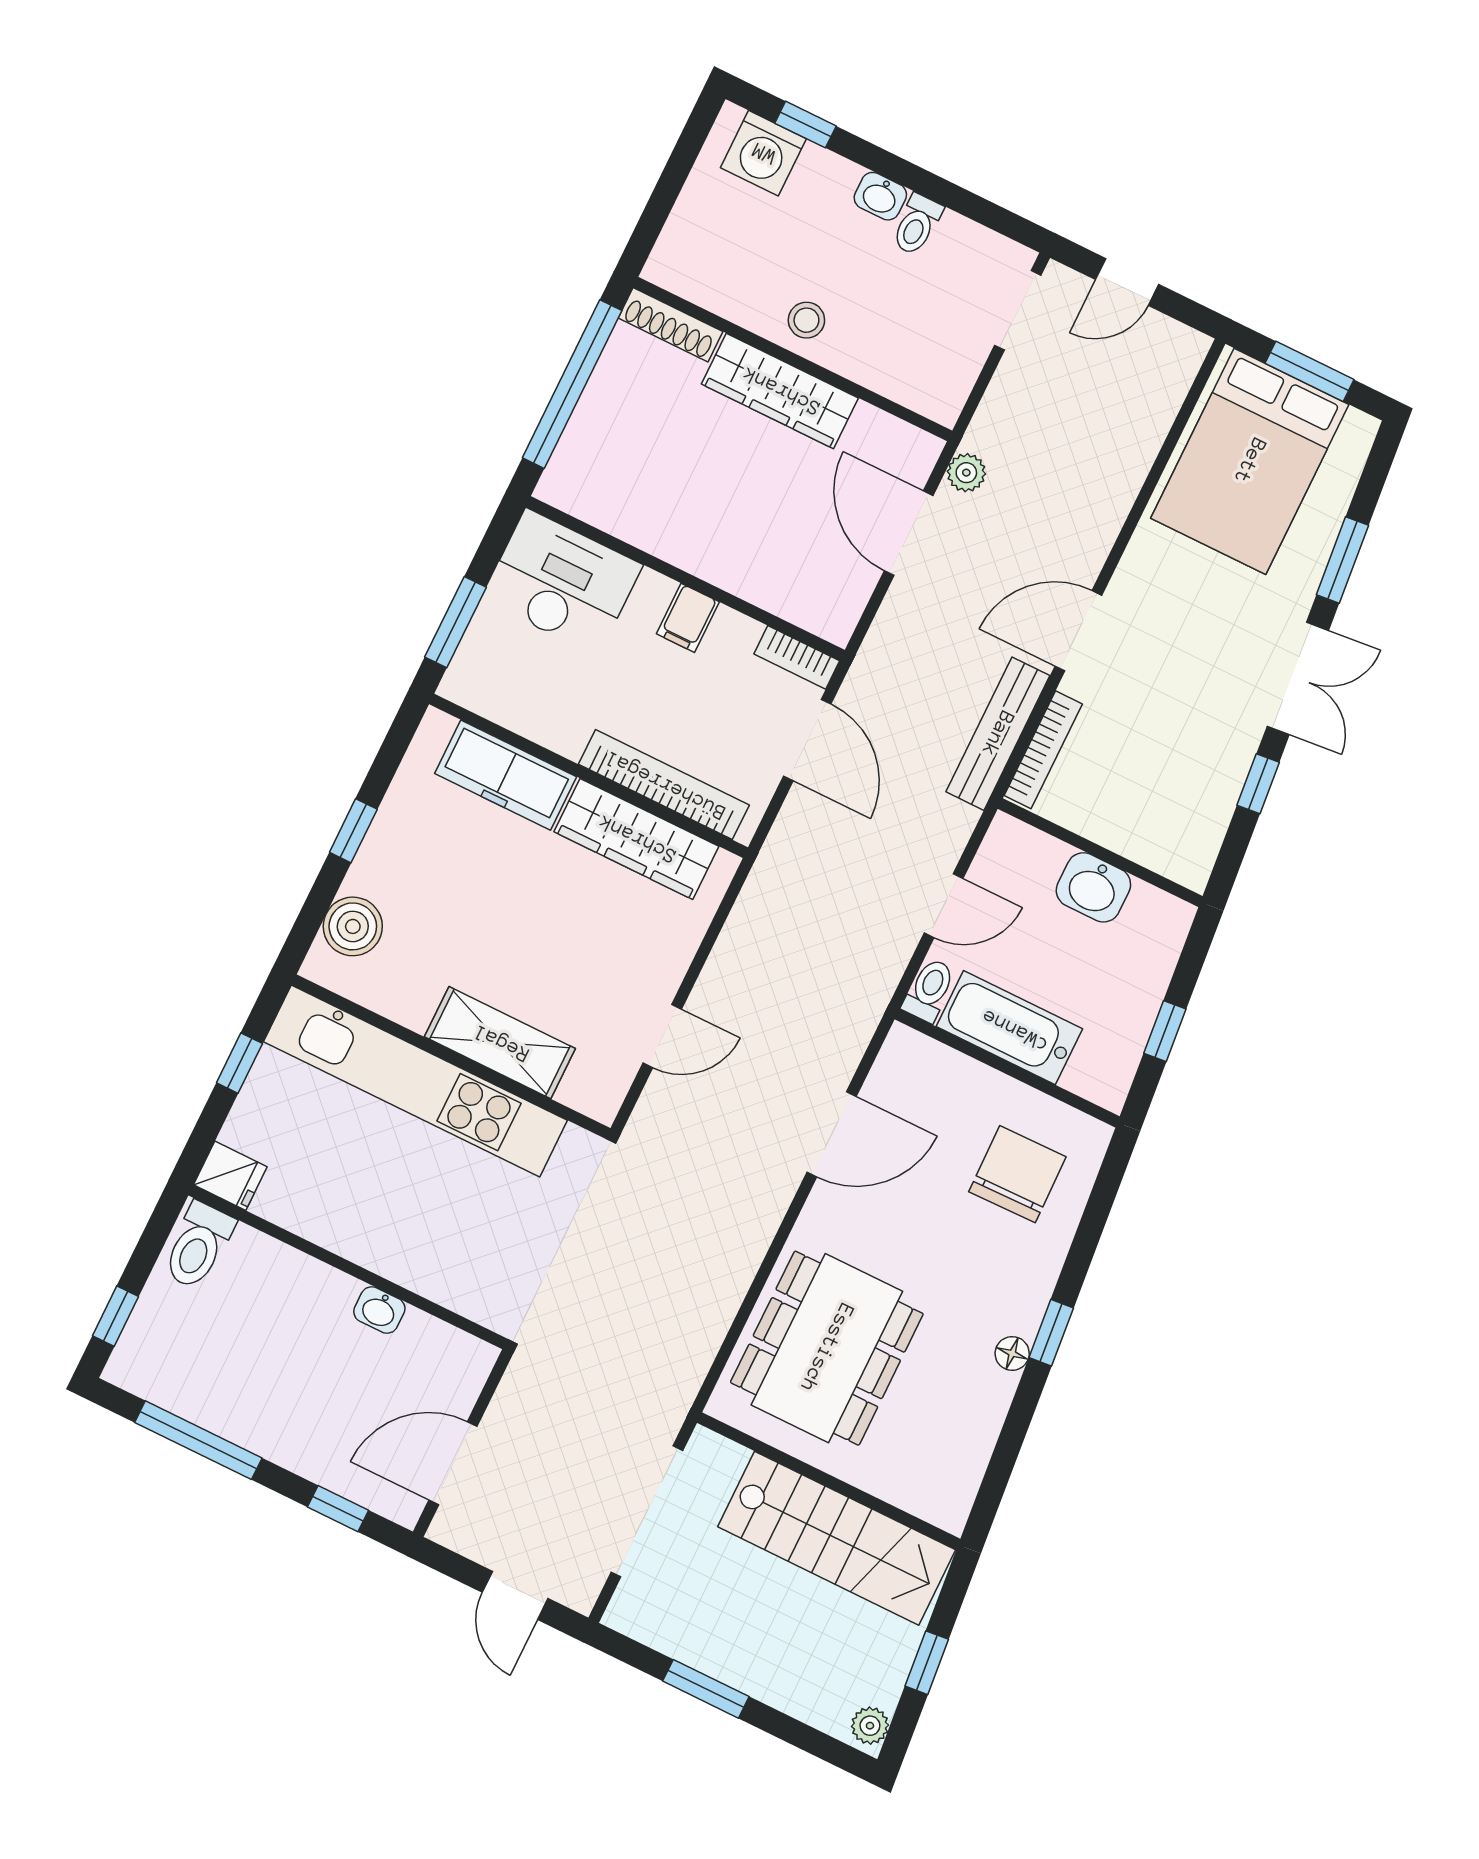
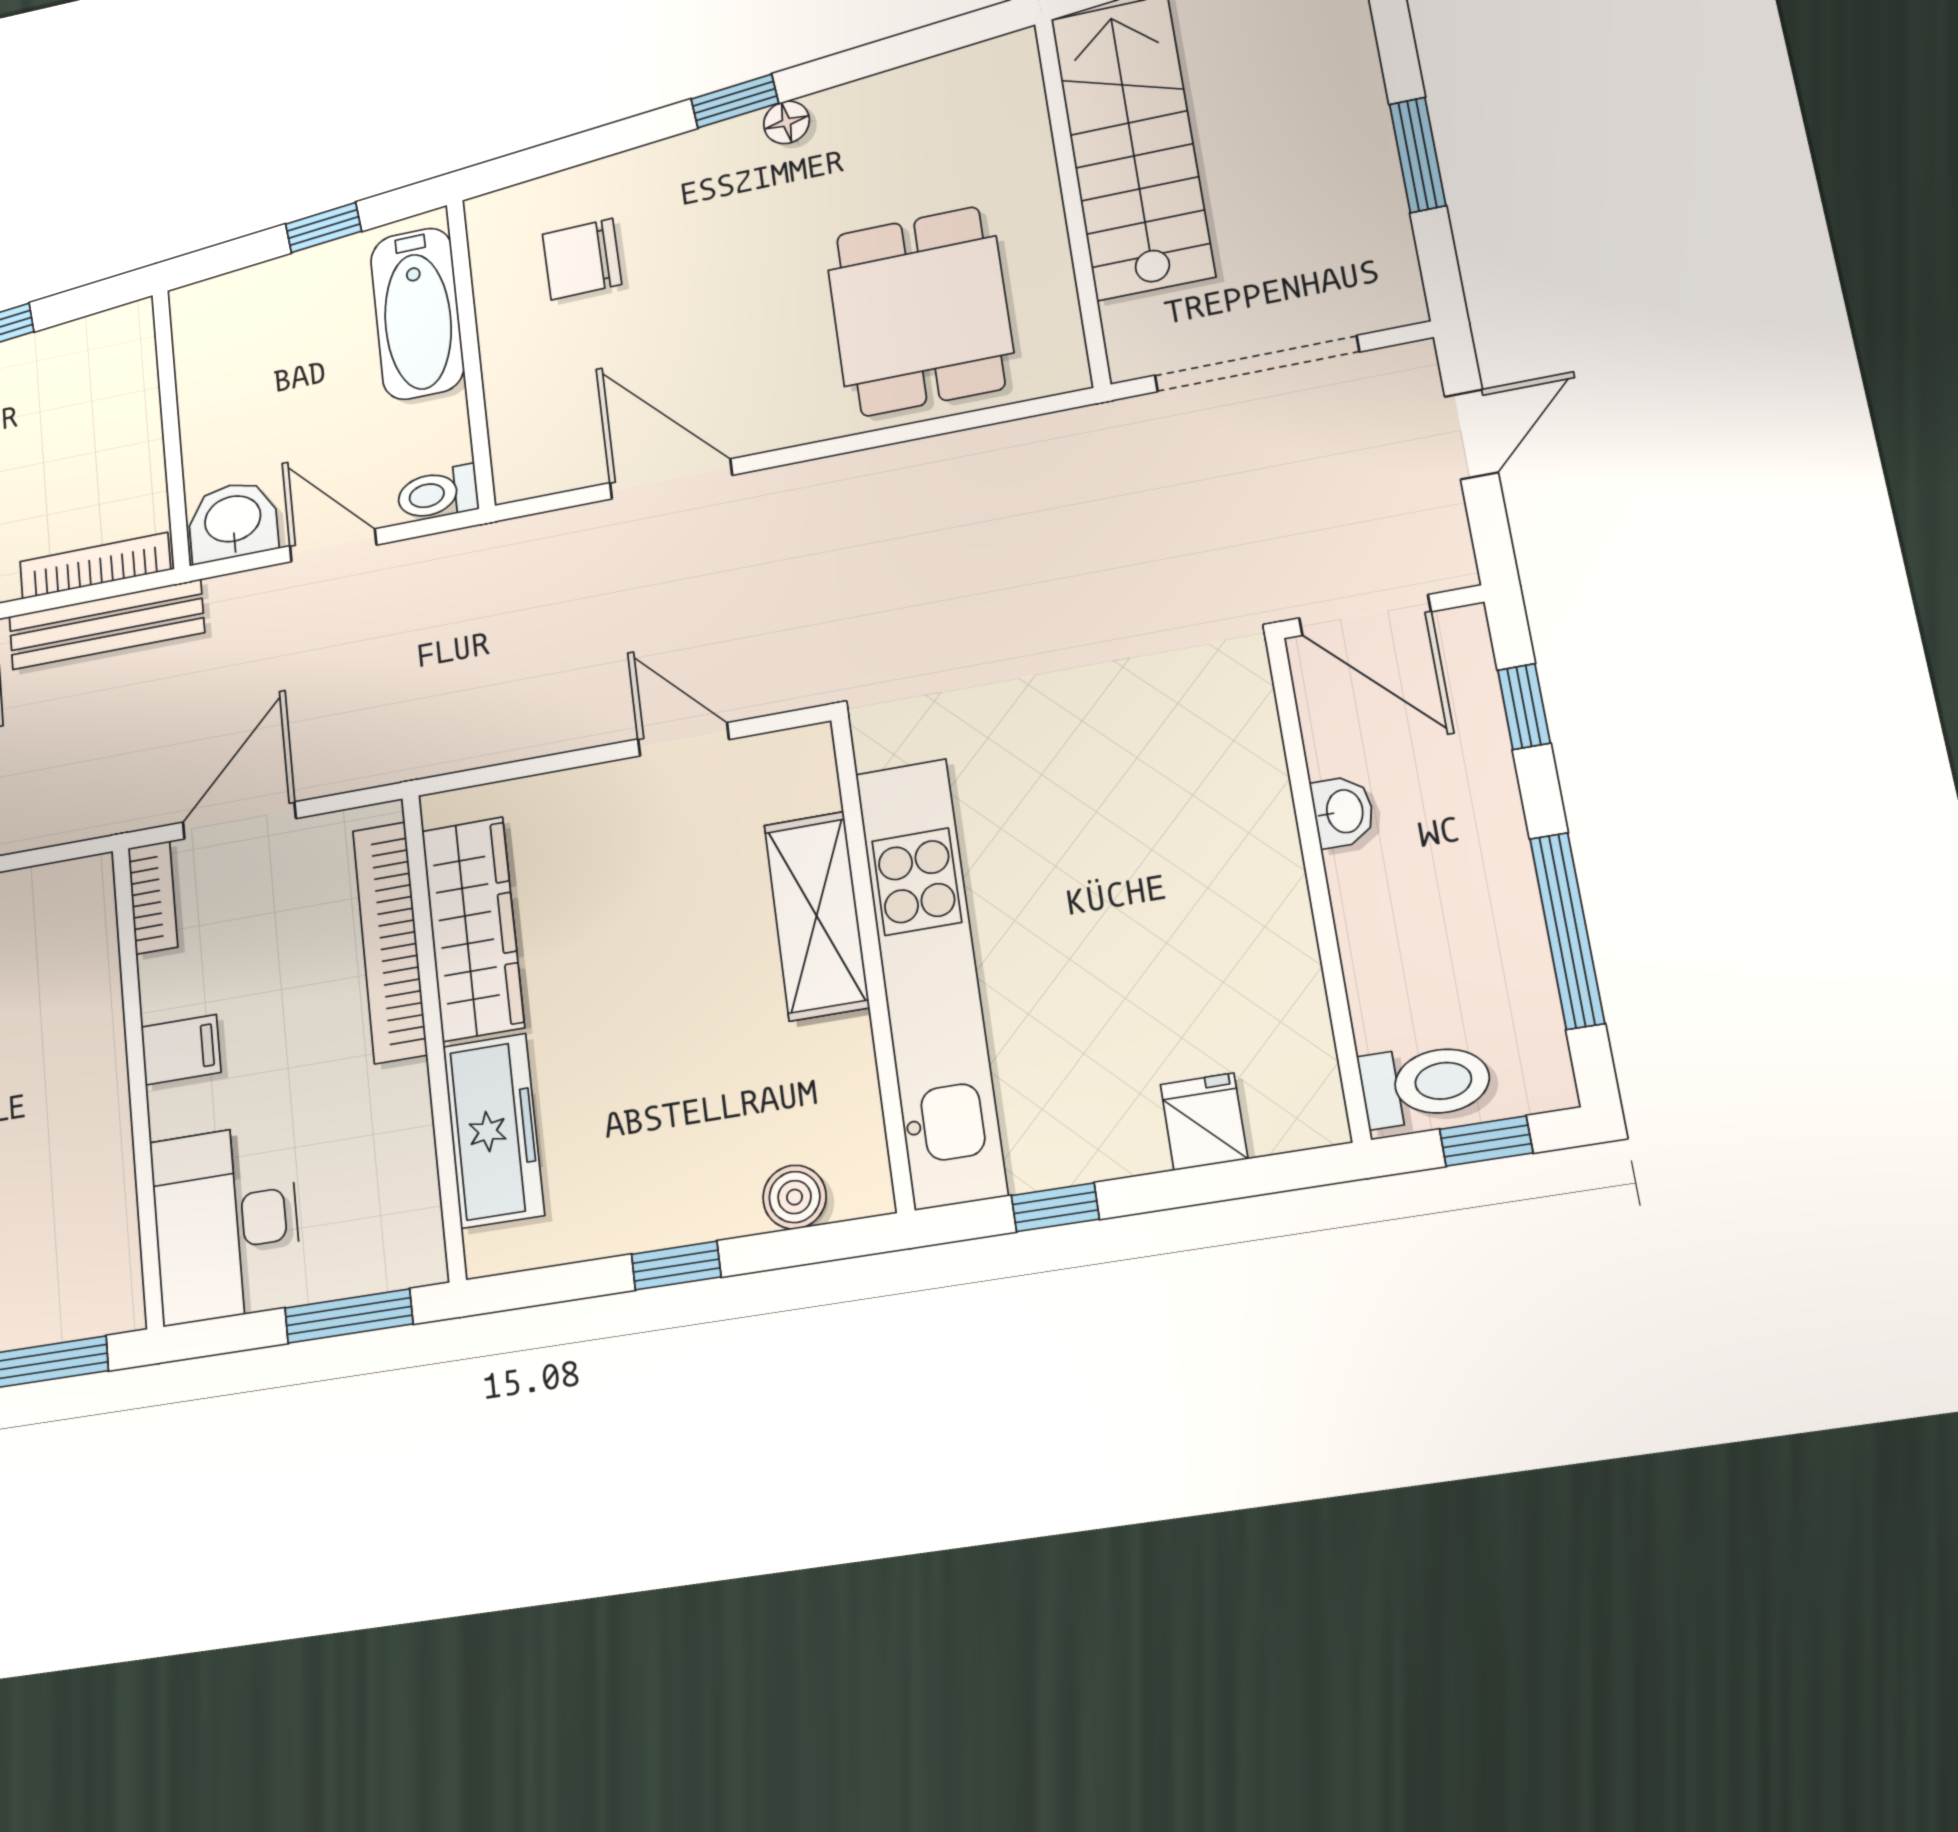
washbasin: (1093, 887) -> (233, 521), moved, turned -90
boiler: (353, 926) -> (795, 1197), width x0.73, depth x0.73
bathtub: (1009, 1028) -> (417, 313), moved
chair: (1017, 1174) -> (582, 259), width x0.73, depth x0.73
toilet: (198, 1246) -> (1426, 1084), moved
wall: (348, 1267) -> (1318, 885), moved
washbasin: (379, 1310) -> (1343, 812), moved
dining table: (827, 1348) -> (920, 311), width x0.73

